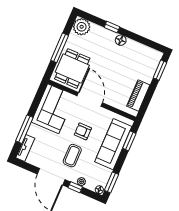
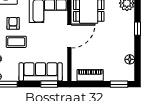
floor lamp: (121, 40) -> (130, 59), moved
armchair: (83, 131) -> (13, 23), moved

